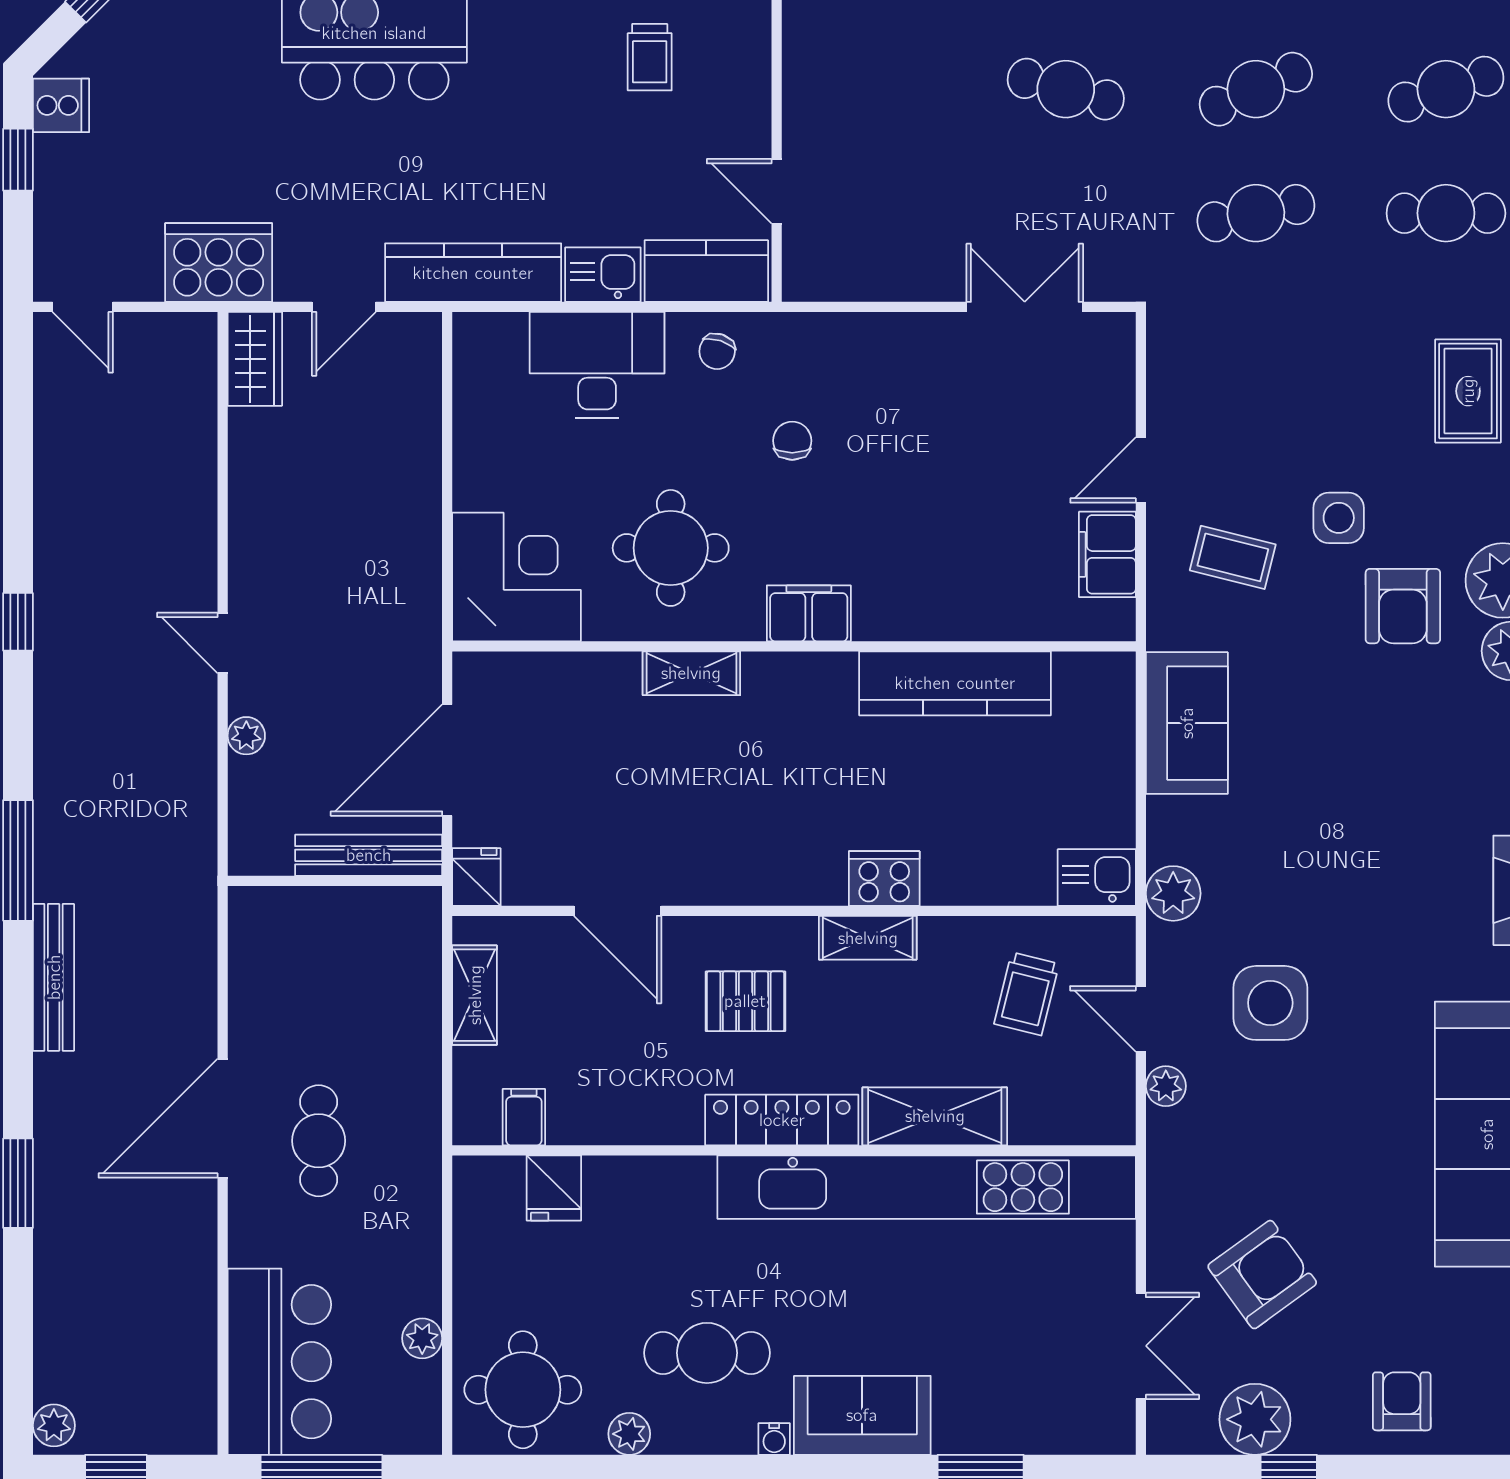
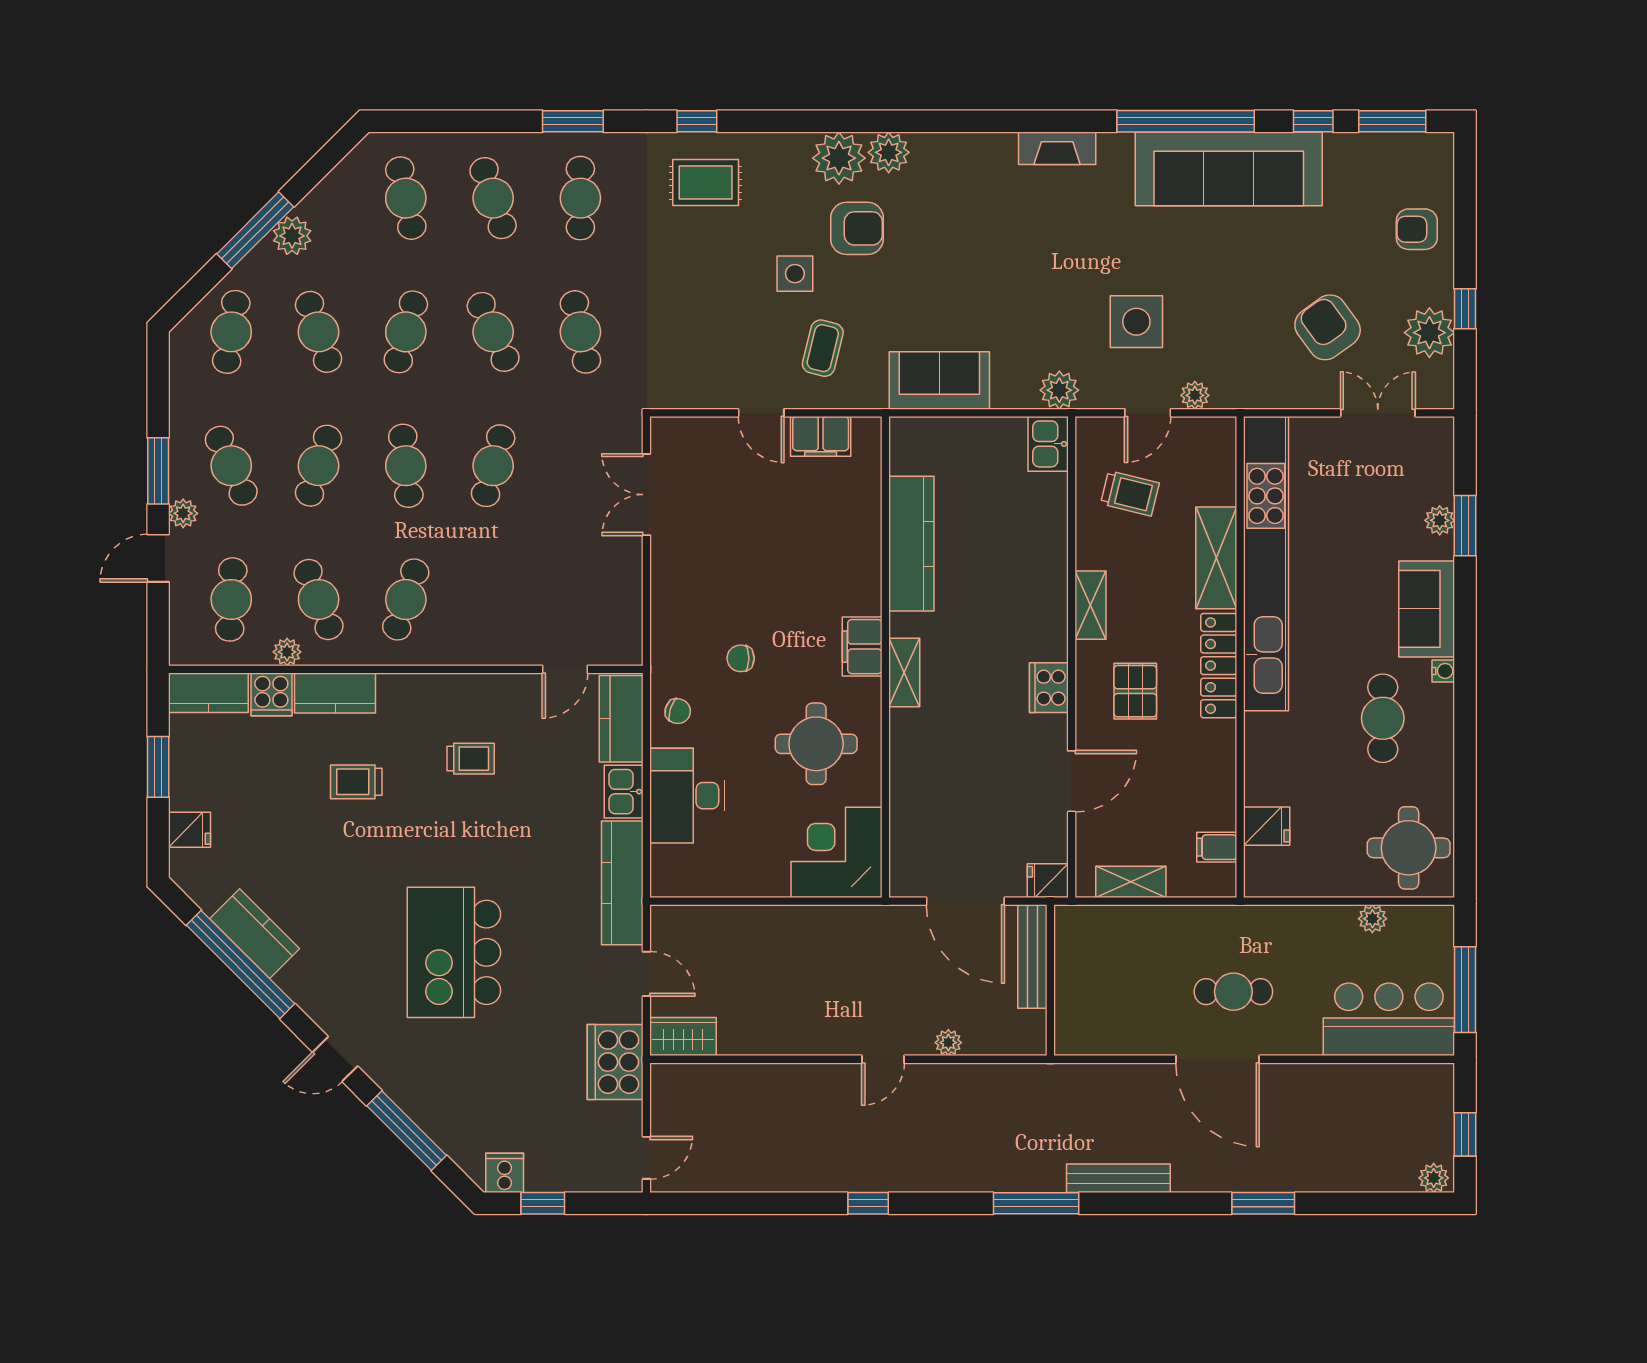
shelving: (691, 673) -> (904, 672), moved
cooker: (884, 878) -> (1049, 688), moved
plant: (629, 1434) -> (1440, 520), moved

